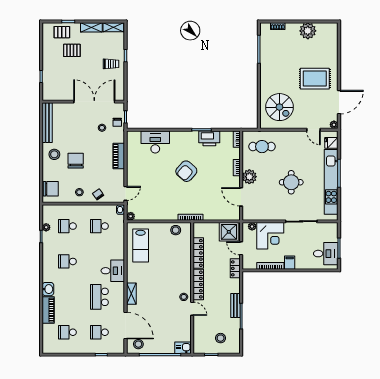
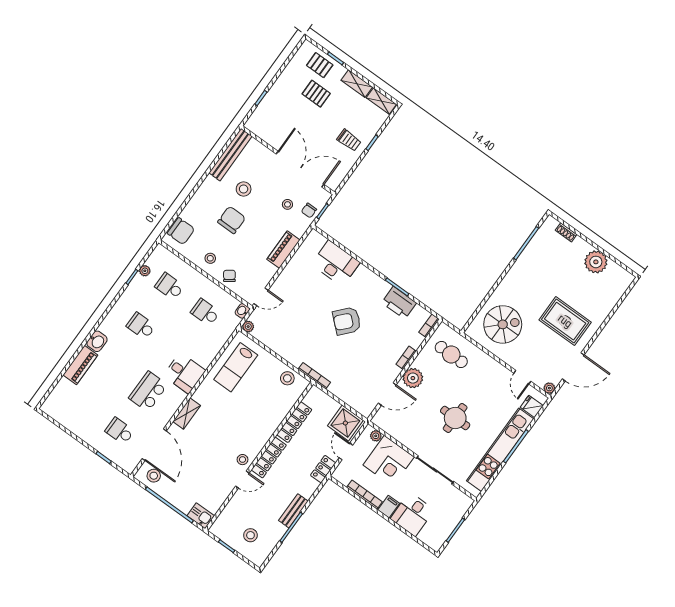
spiral stairs: (279, 107) -> (503, 324), turned -90
stool: (54, 154) -> (244, 189), moved
door: (241, 197) -> (387, 394), swing flipped
desk: (326, 254) -> (412, 514), moved, turned 90
door: (192, 309) -> (242, 480), hinge flipped
school desk: (67, 332) -> (84, 405), removed

